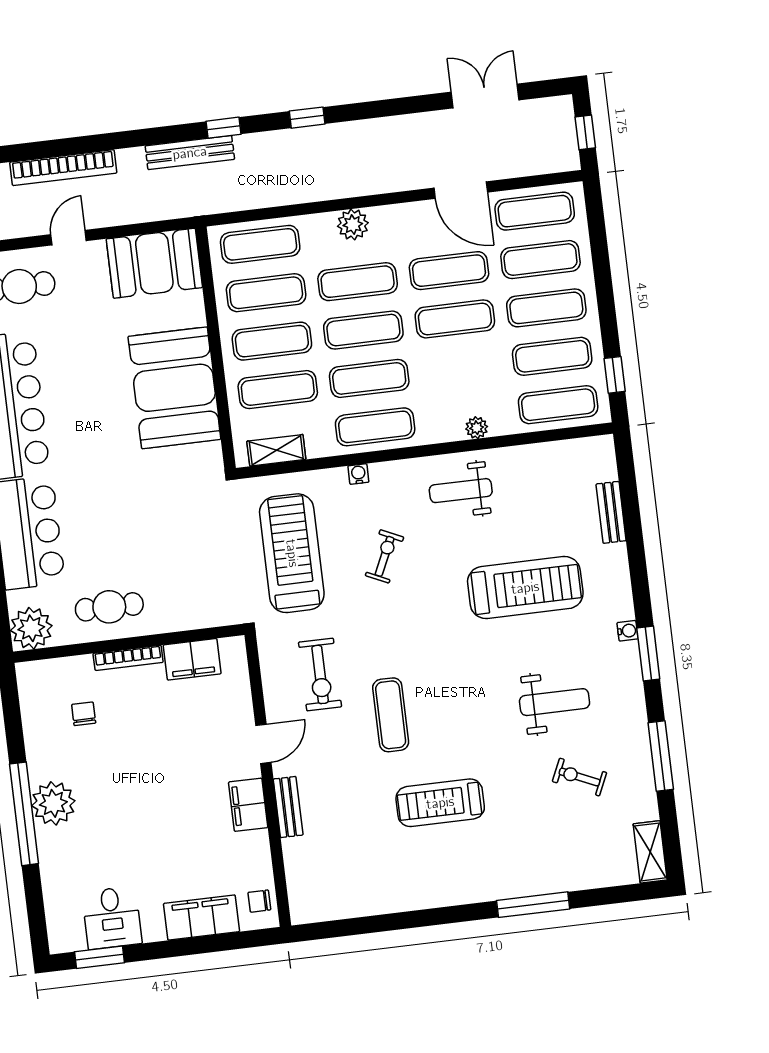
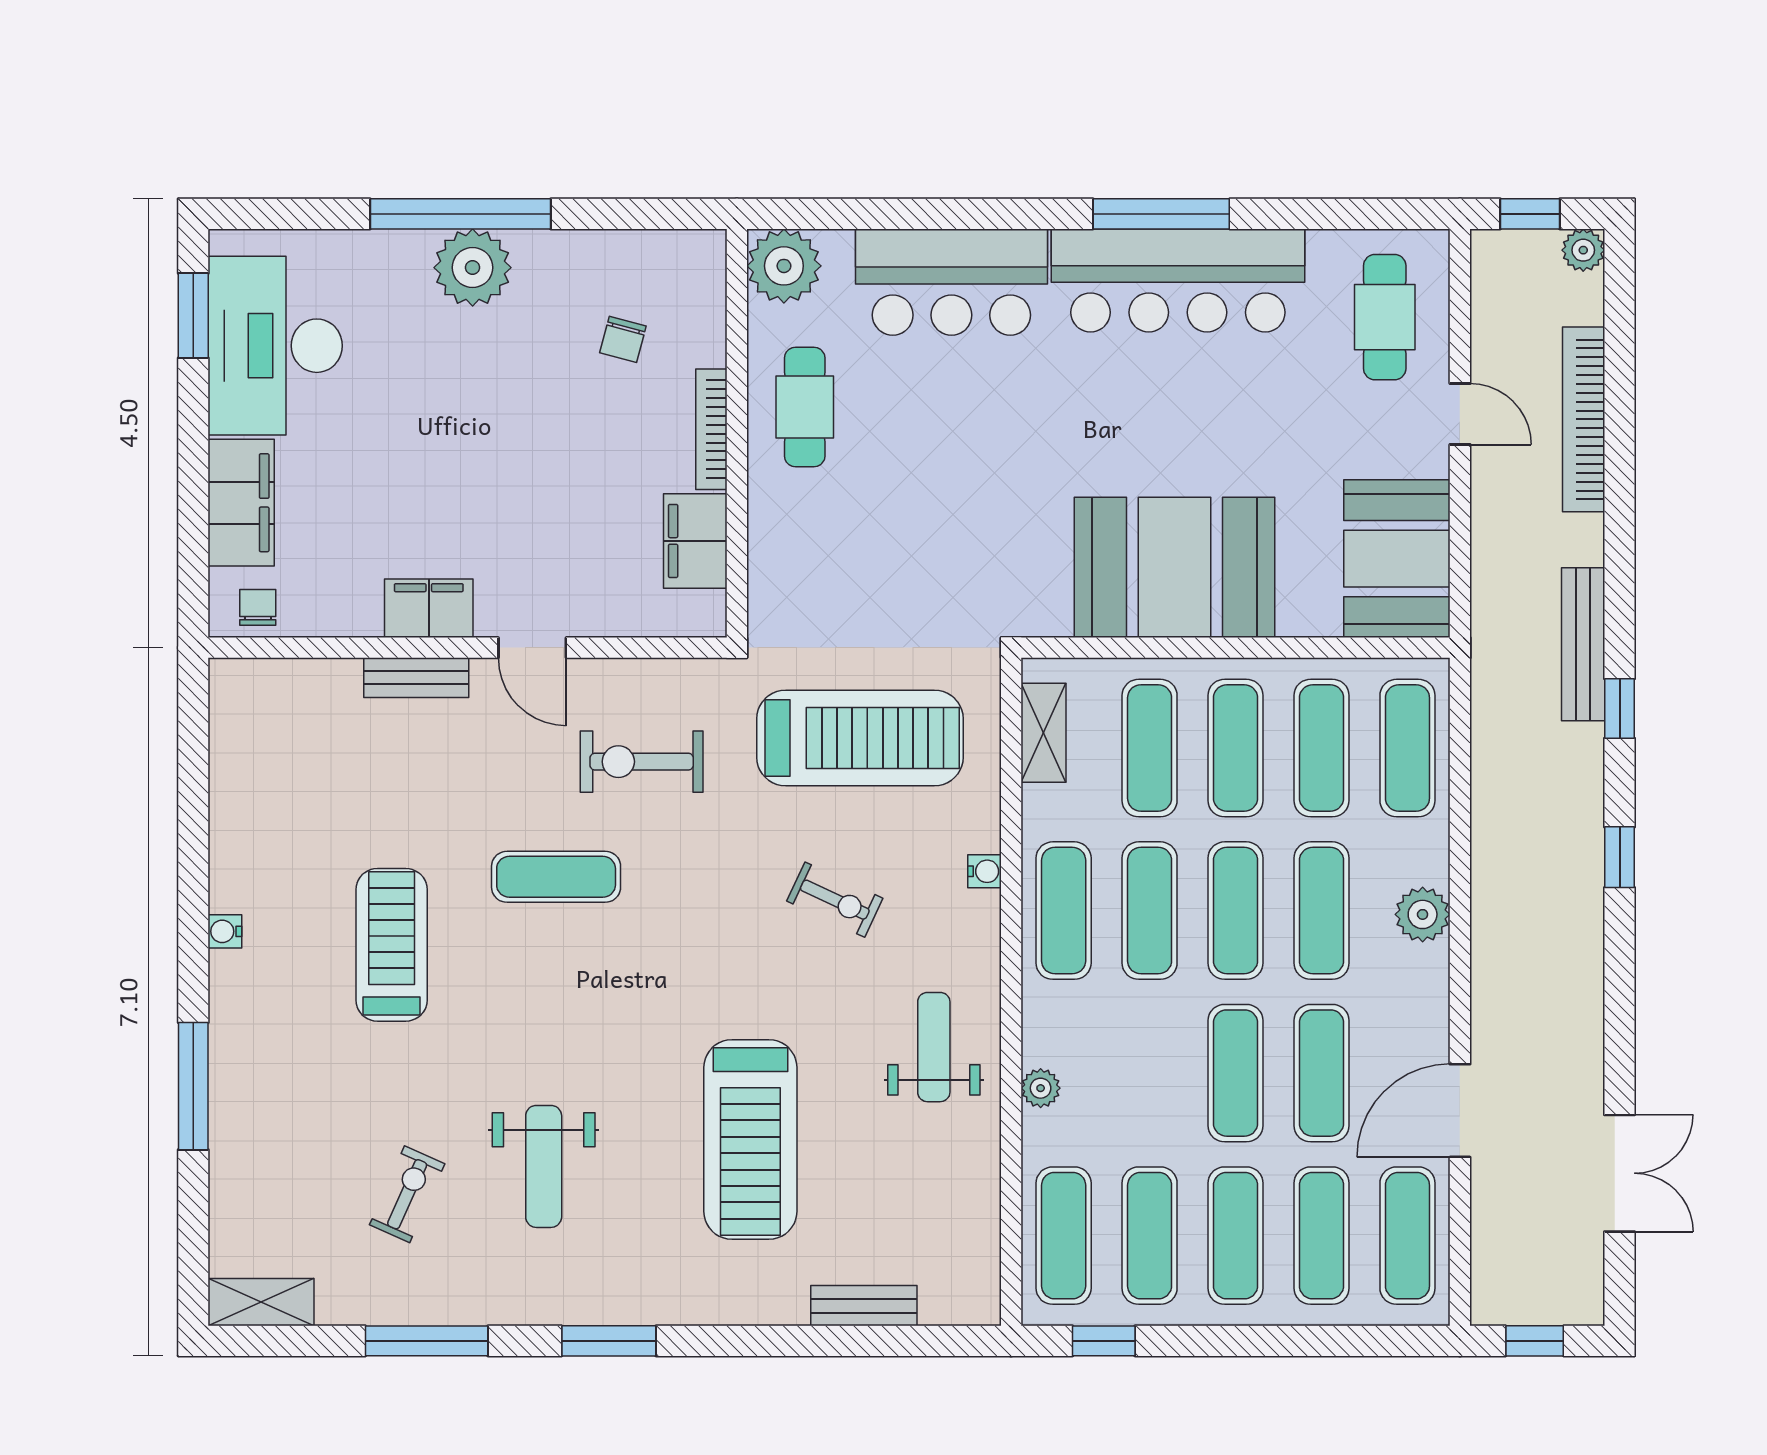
water cooler: (627, 631) -> (225, 931), moved, turned 90
chair: (84, 714) -> (623, 339), turned 105
desk: (112, 918) -> (275, 346), width x1.87, depth x1.30

